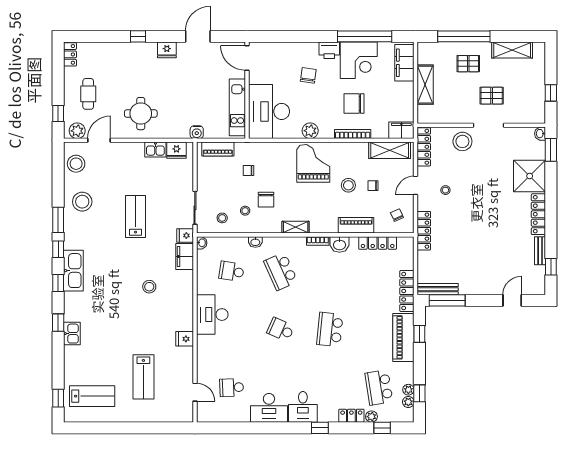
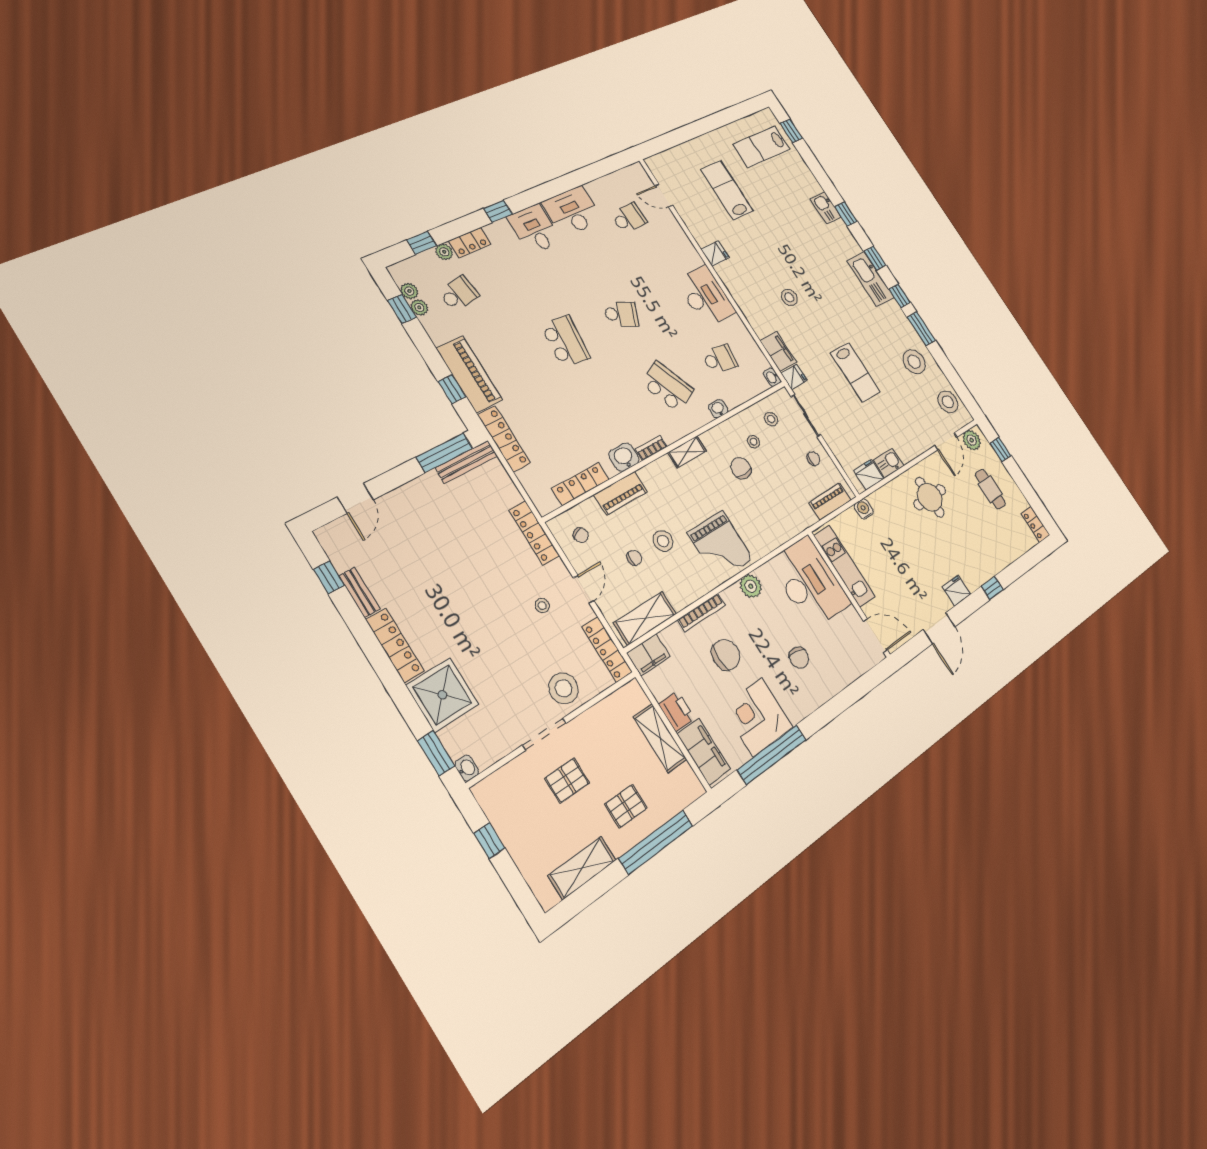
printer: (329, 50) -> (677, 711), moved, turned 90
chair: (248, 170) -> (813, 459), moved
school desk: (379, 387) -> (459, 294), width x0.54

